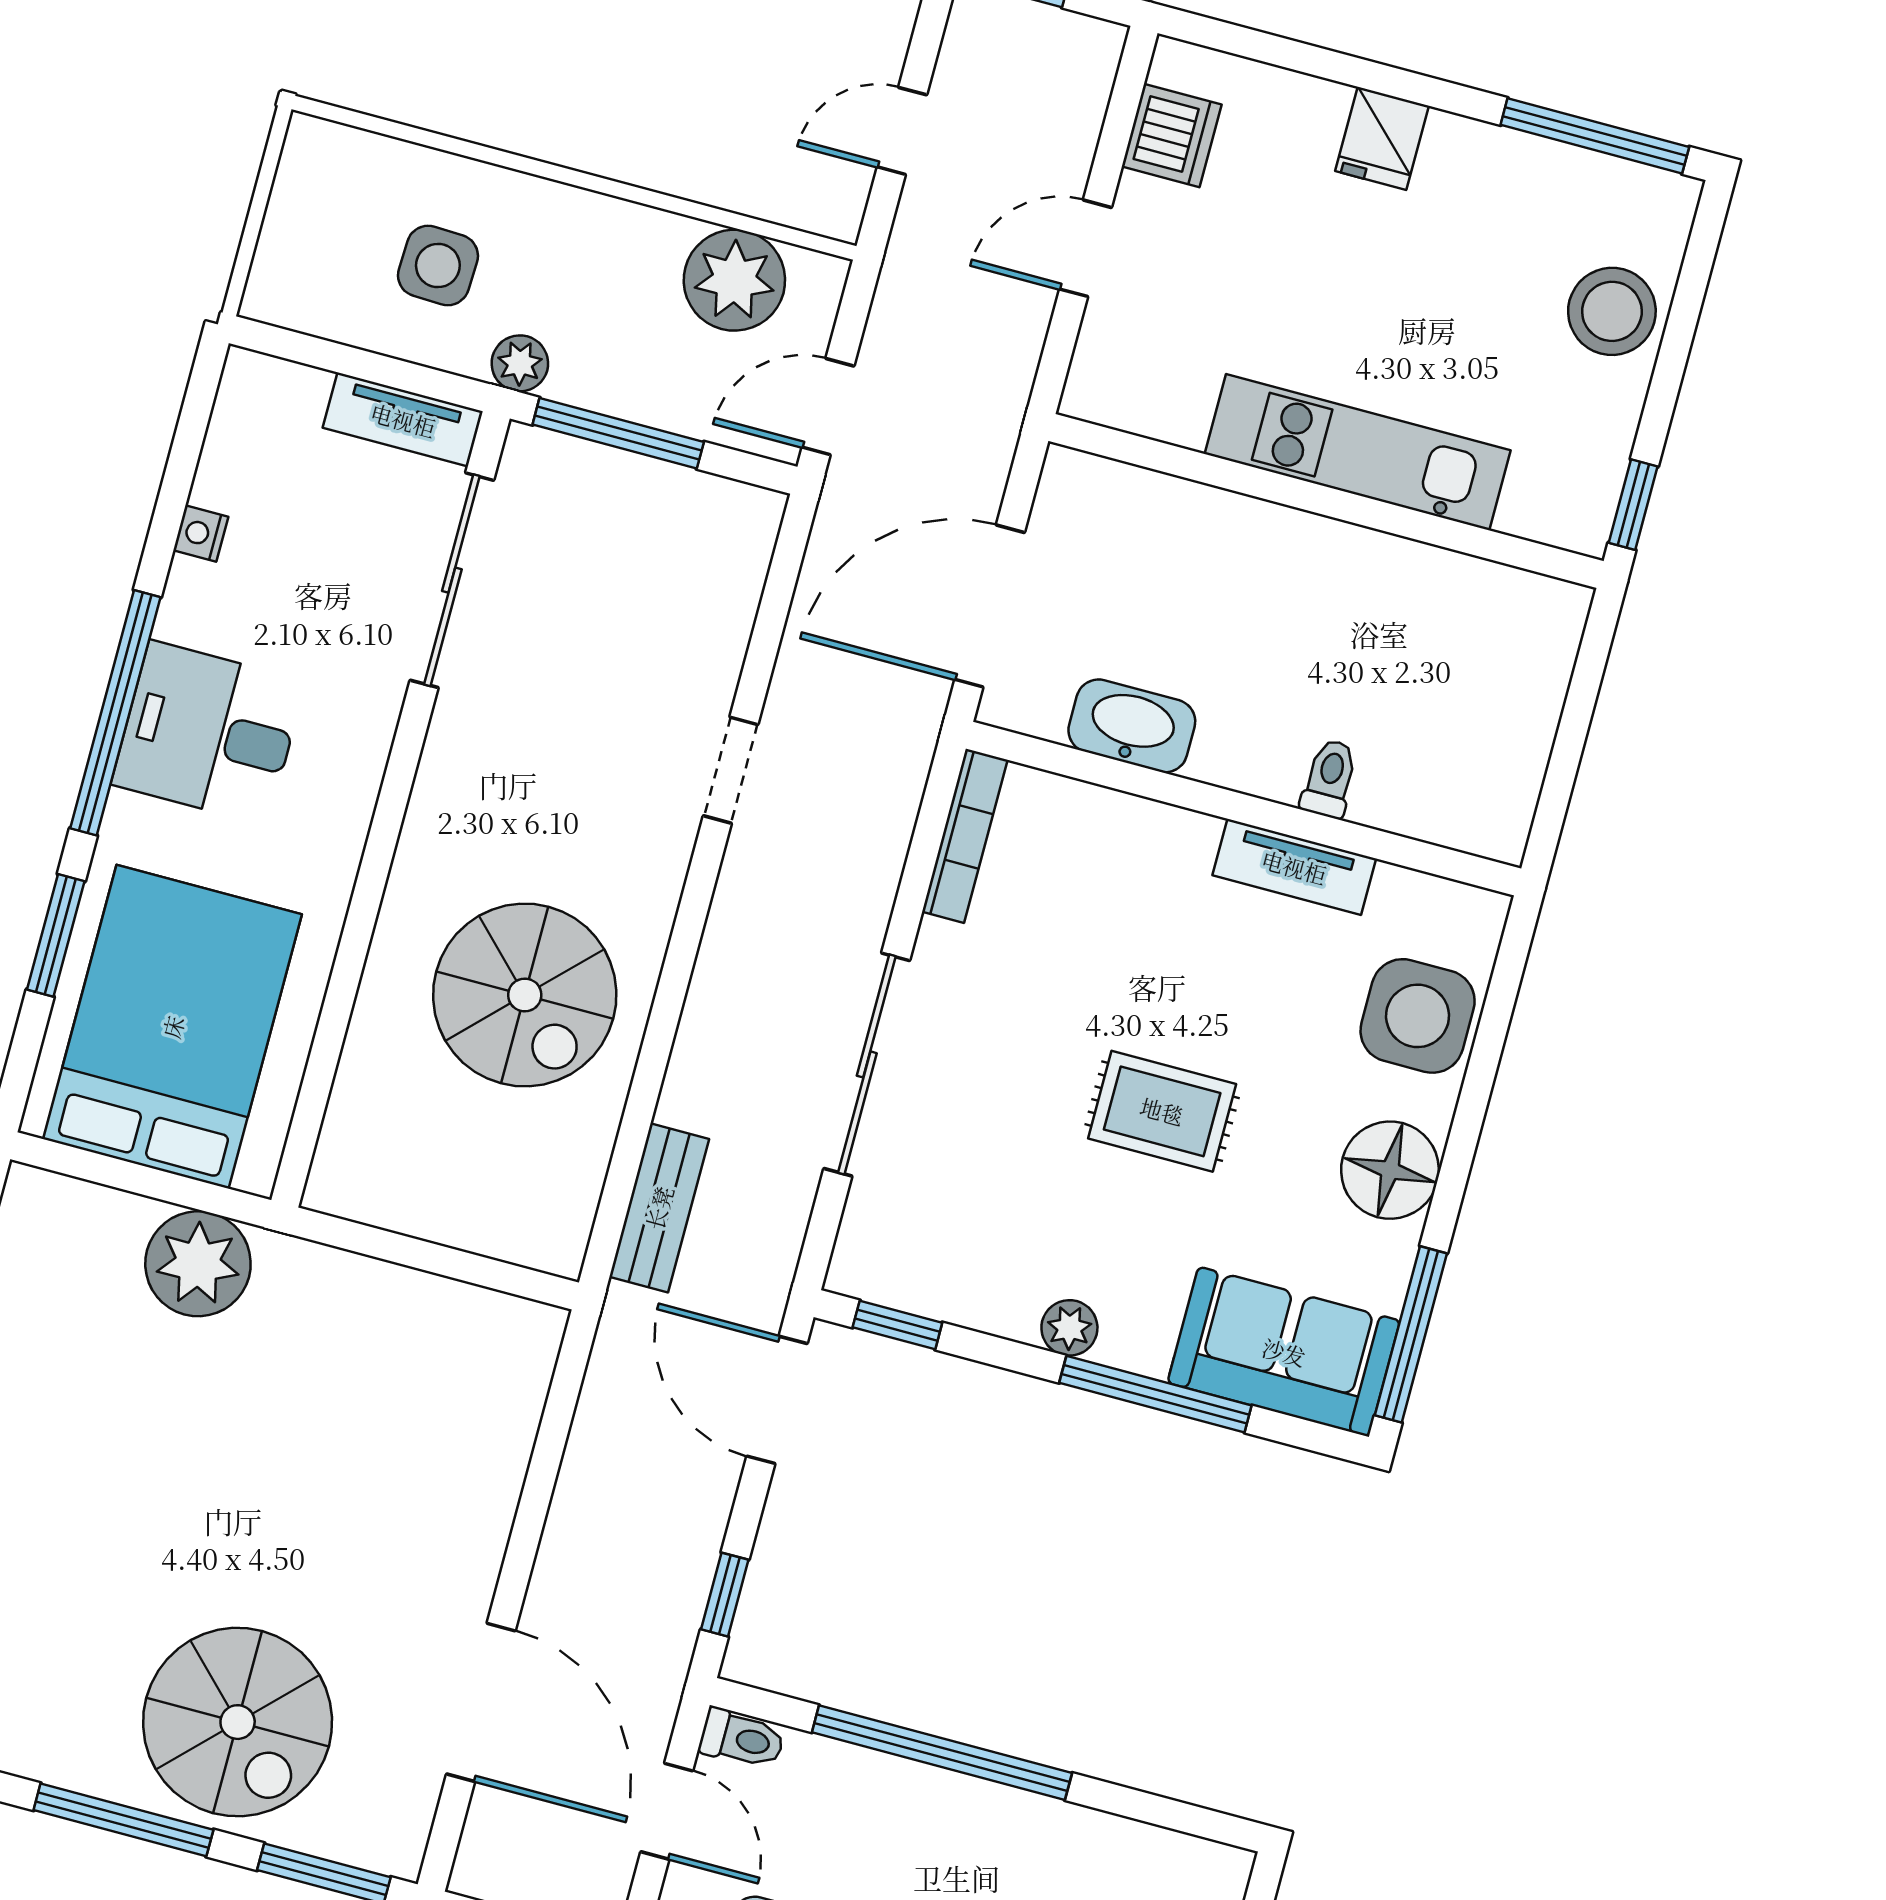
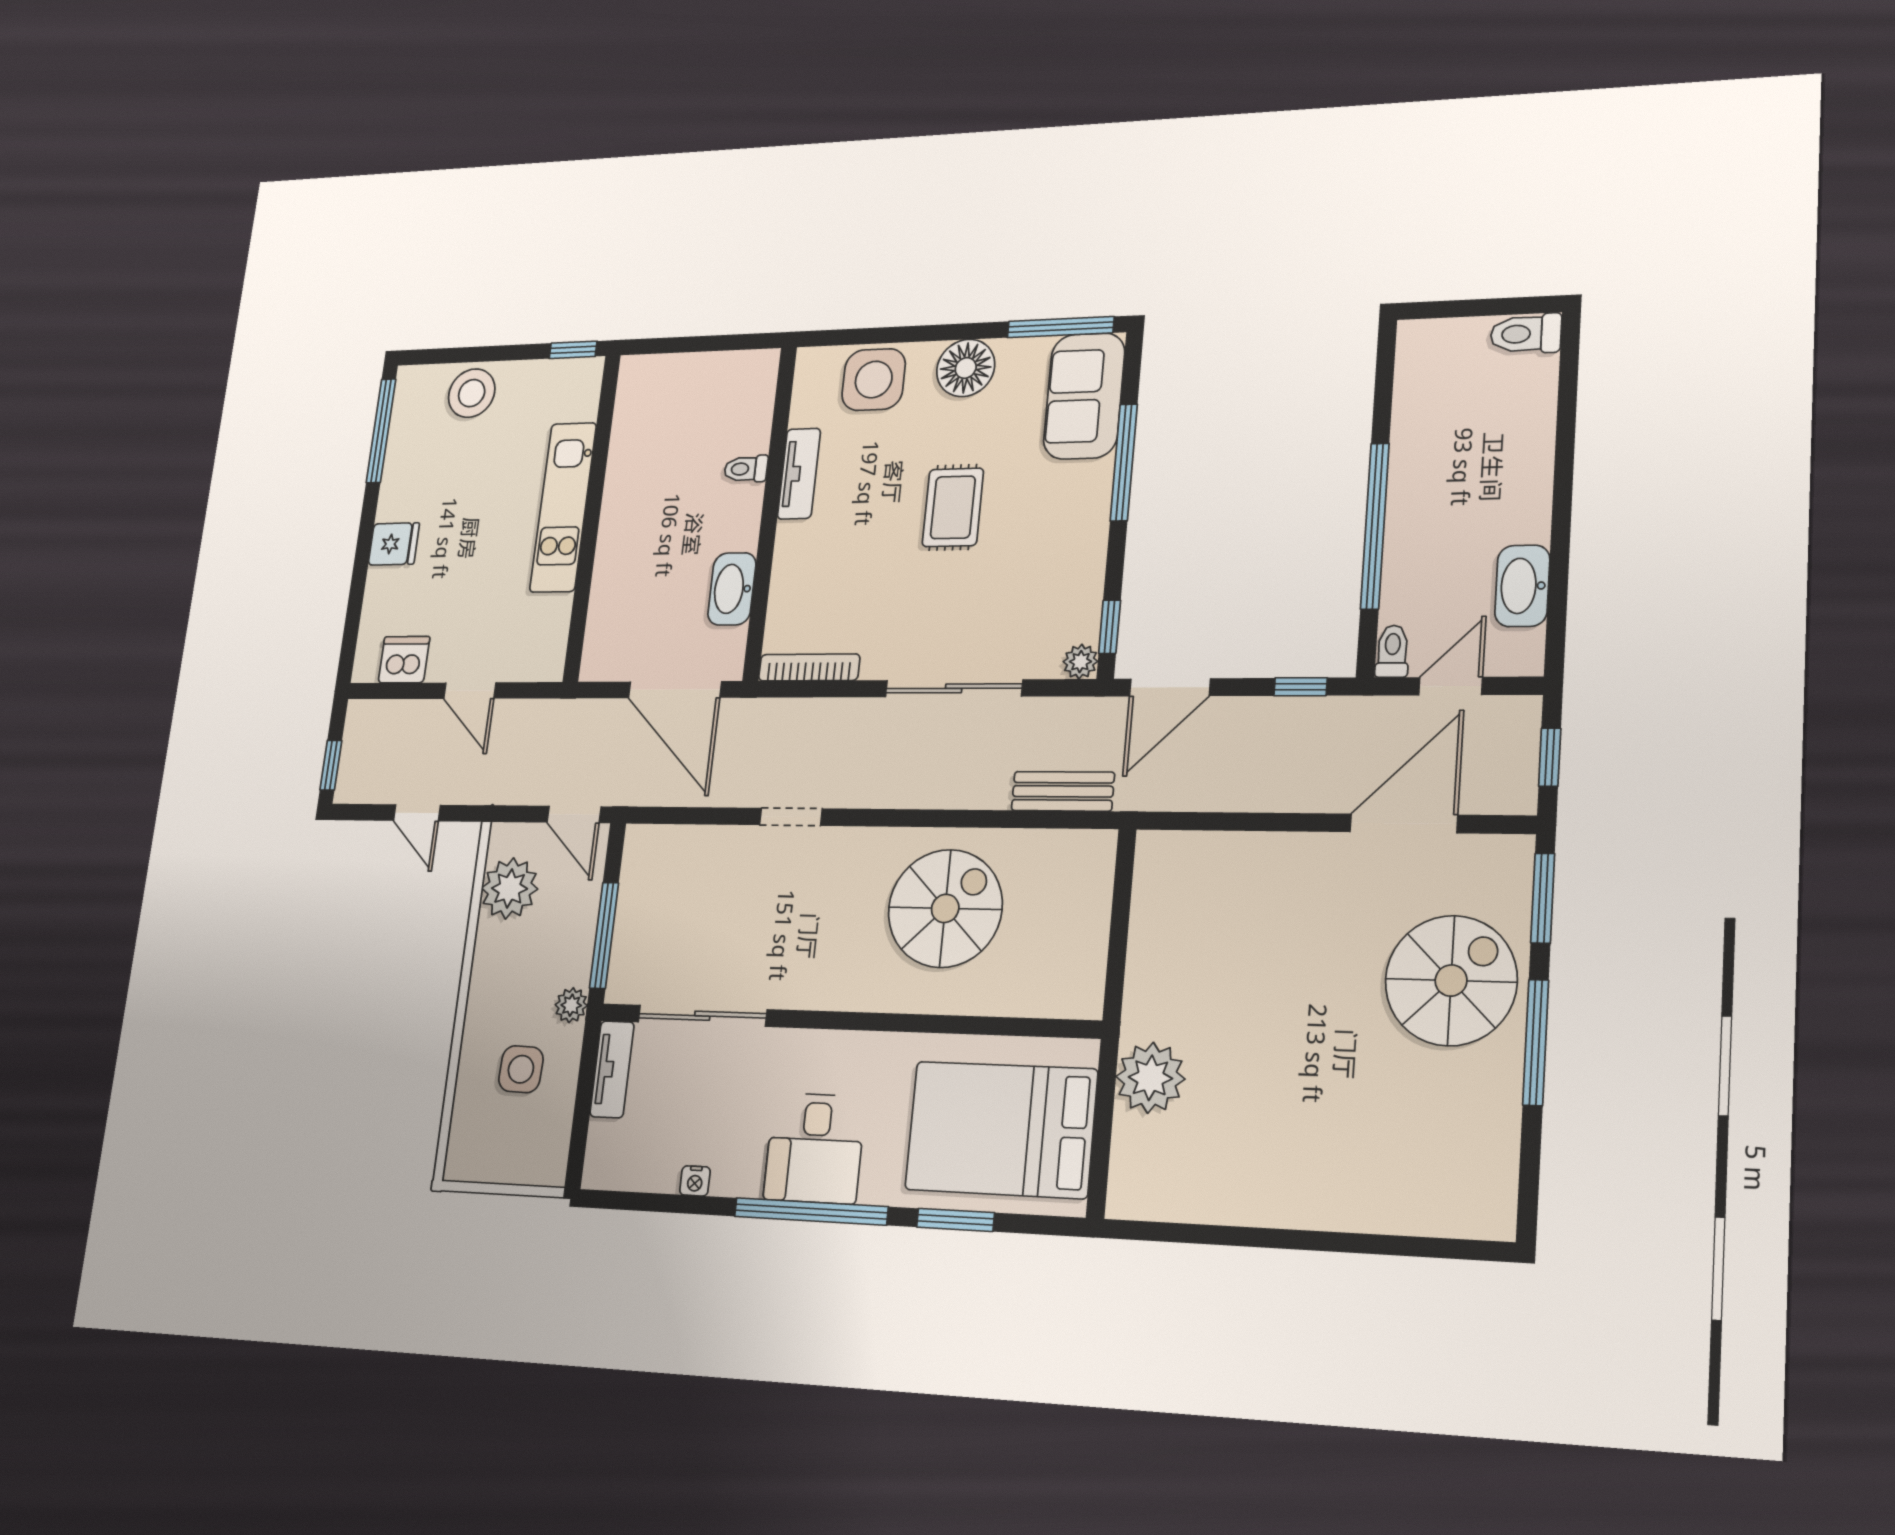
plant: (1069, 1328) -> (1080, 662), moved

